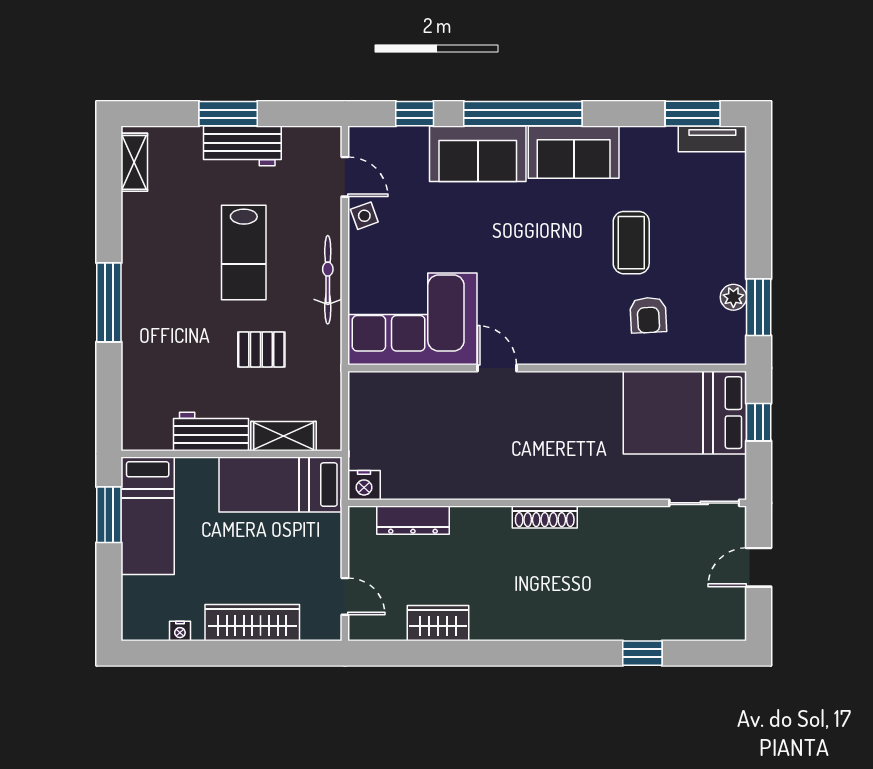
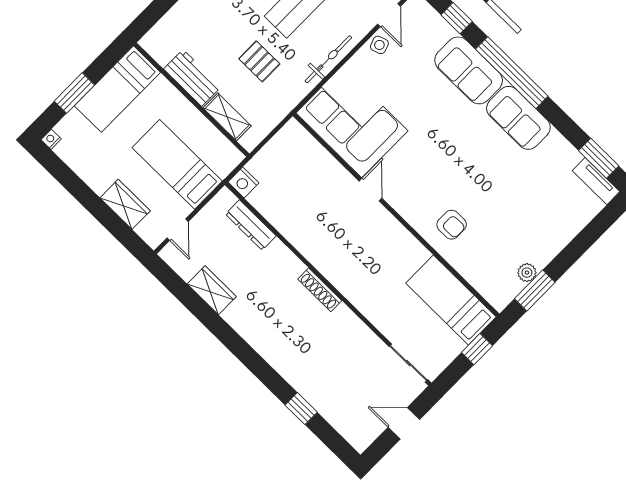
coffee table: (631, 243) -> (502, 193), removed
armchair: (648, 315) -> (452, 225), moved, turned -87
bed: (685, 413) -> (451, 300), width x0.67
bed: (280, 485) -> (177, 164), moved
window: (109, 515) -> (74, 93), moved
wardrobe: (252, 623) -> (125, 204), width x0.67
nightstand: (180, 631) -> (51, 139), moved, turned 90

